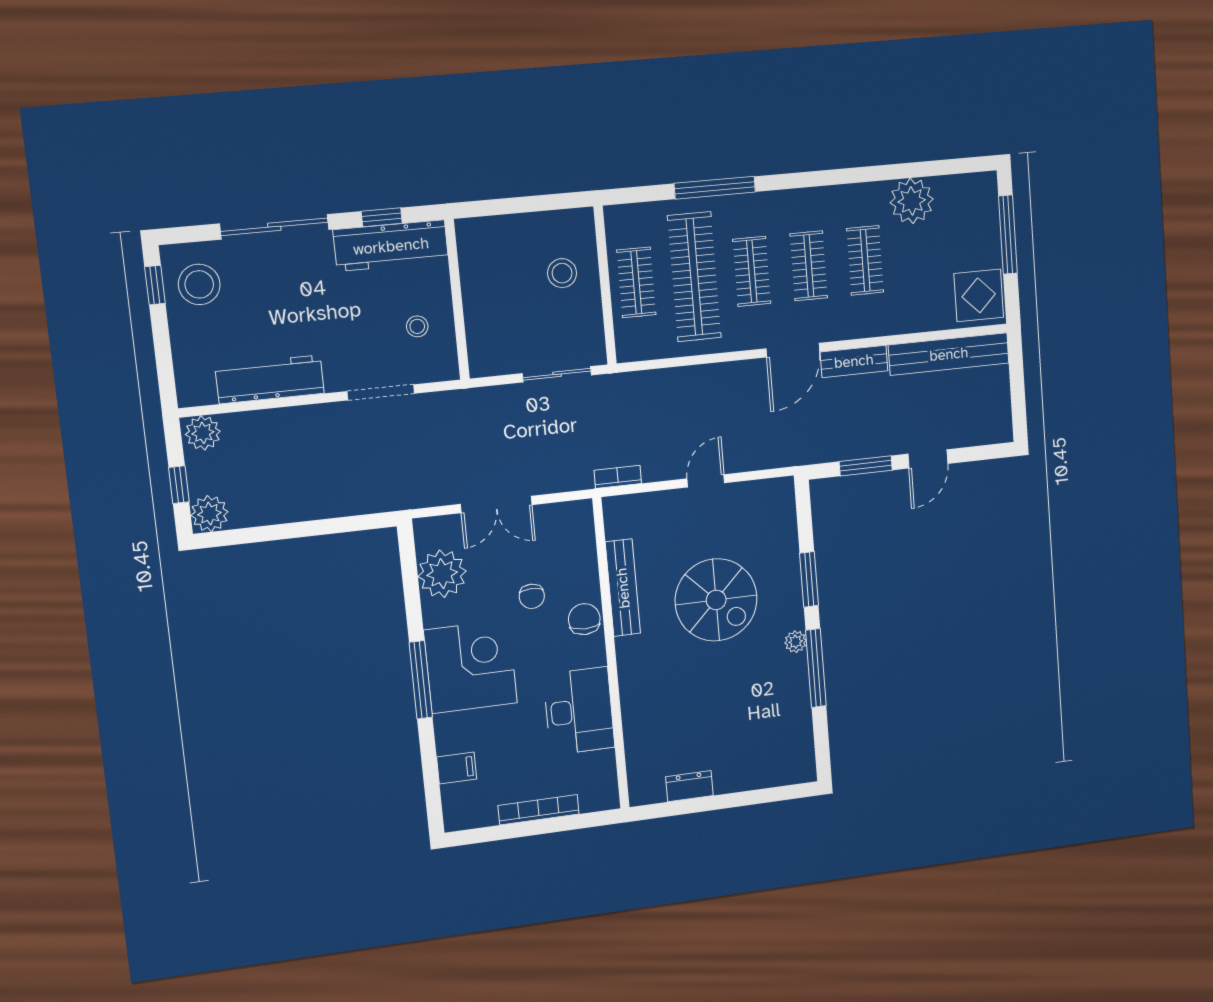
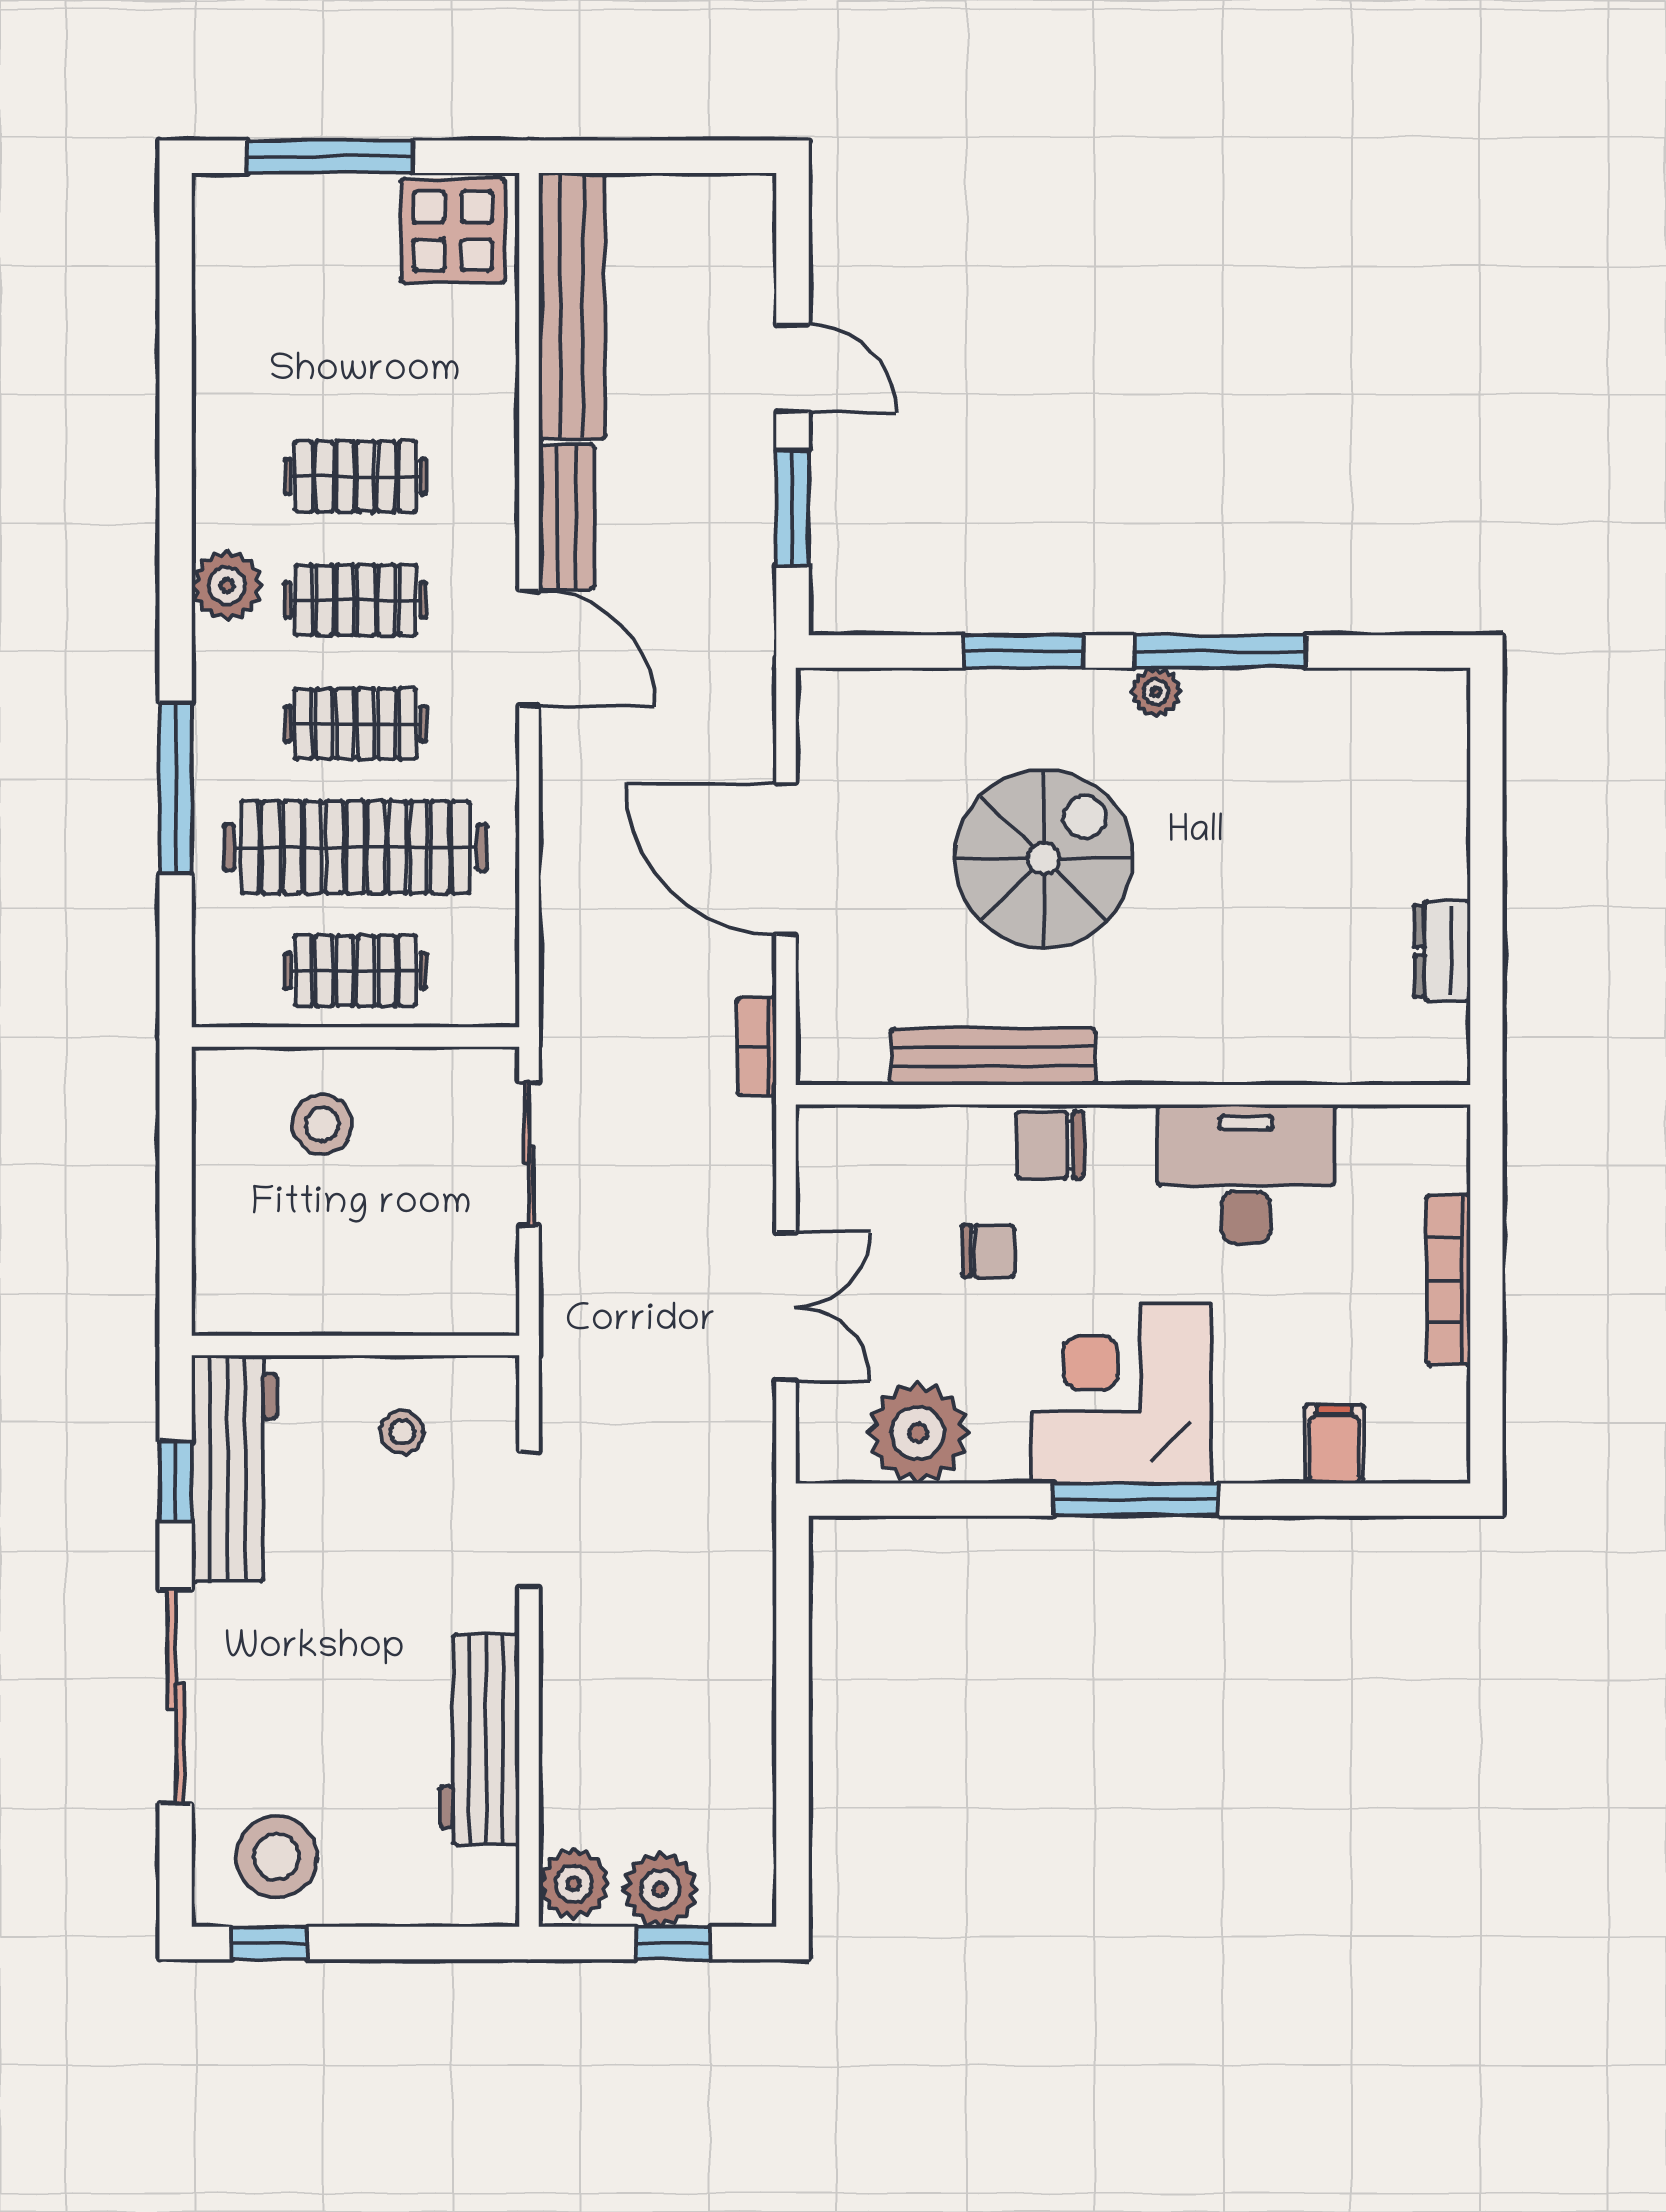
plant: (912, 201) -> (227, 585), moved, width x0.73, depth x0.73
door: (706, 481) -> (786, 859), width x1.88
plant: (209, 514) -> (660, 1889), moved

